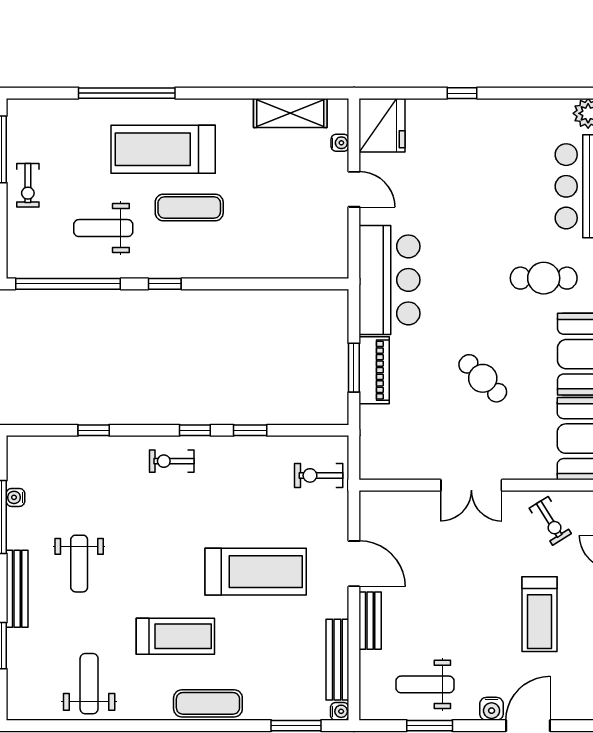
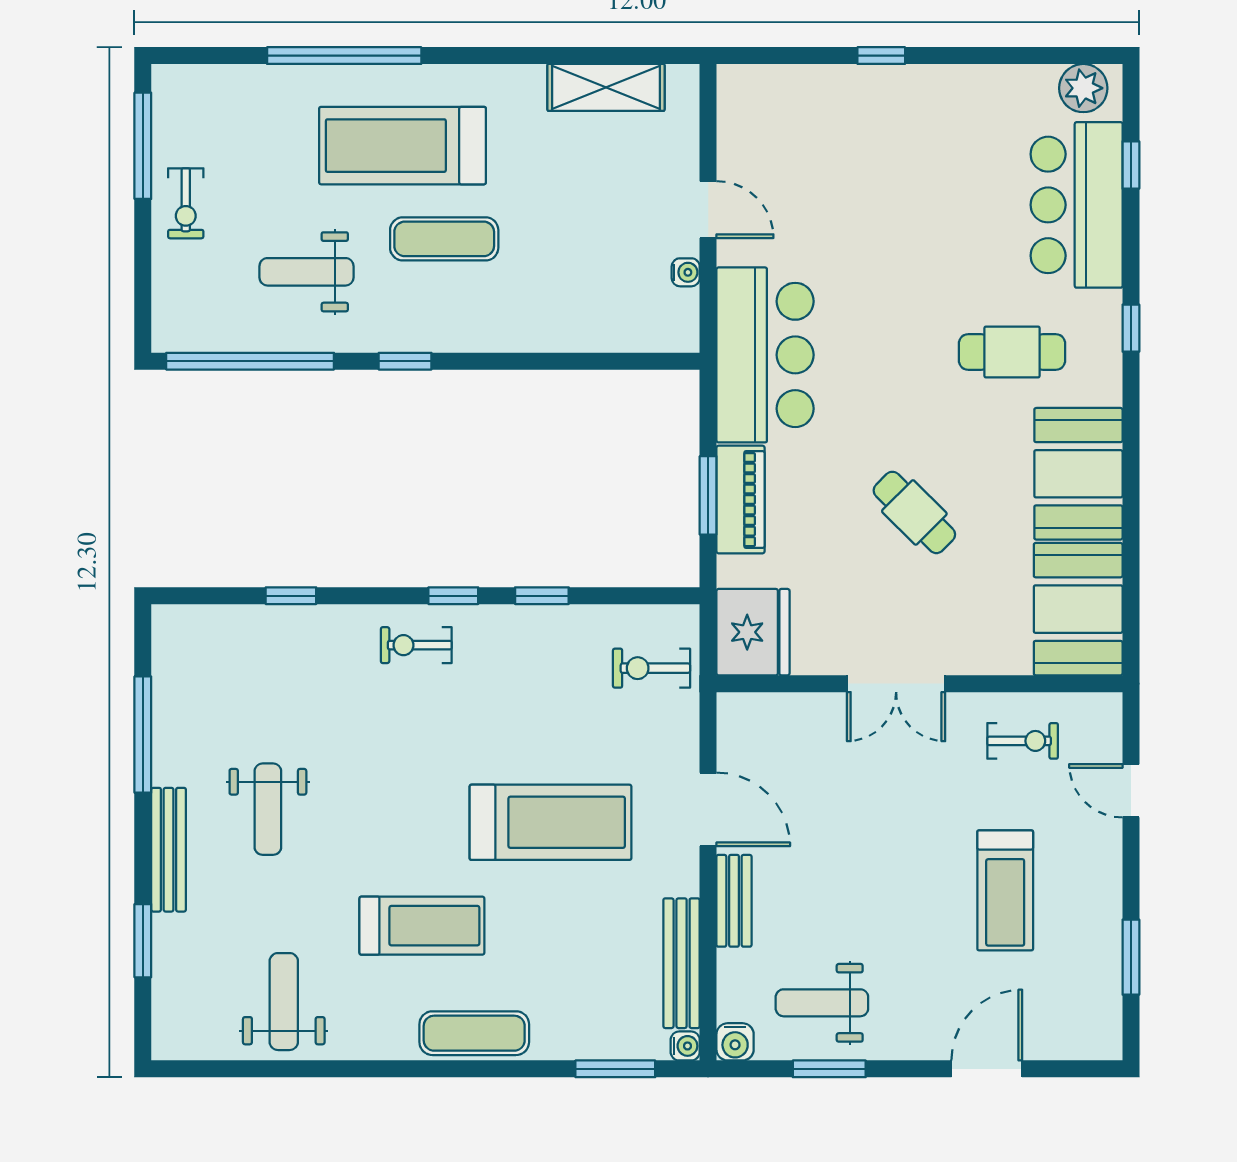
fridge: (382, 125) -> (753, 632), moved
water cooler: (340, 143) -> (686, 272), moved
water cooler: (15, 497) -> (166, 703), removed
exercise bike: (550, 521) -> (1023, 741), turned -58
water cooler: (492, 709) -> (735, 1042), moved

